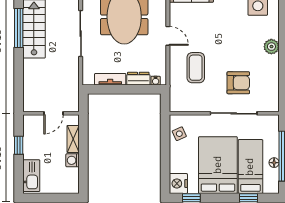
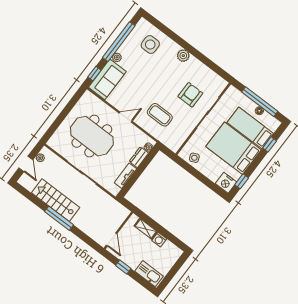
window: (19, 28) -> (59, 218), moved
door: (54, 113) -> (112, 239), moved

